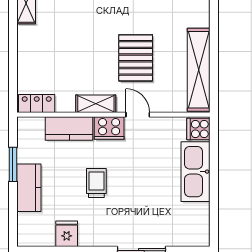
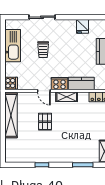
pallet: (136, 58) -> (45, 122), width x0.67, depth x0.71
kitchen sink: (196, 172) -> (13, 46), moved
trolley: (96, 183) -> (43, 50), moved

